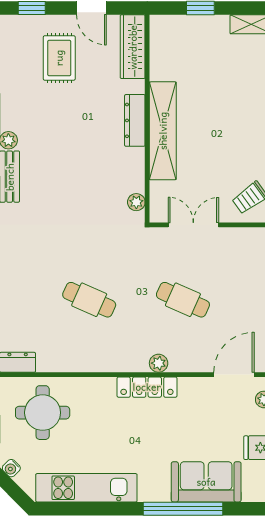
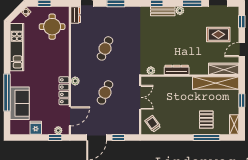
pallet: (241, 84) -> (206, 120), added
dresser: (135, 120) -> (177, 70), moved
shelving: (163, 131) -> (216, 83), moved
door: (234, 375) -> (70, 116), hinge flipped
locker: (147, 387) -> (64, 91), moved

